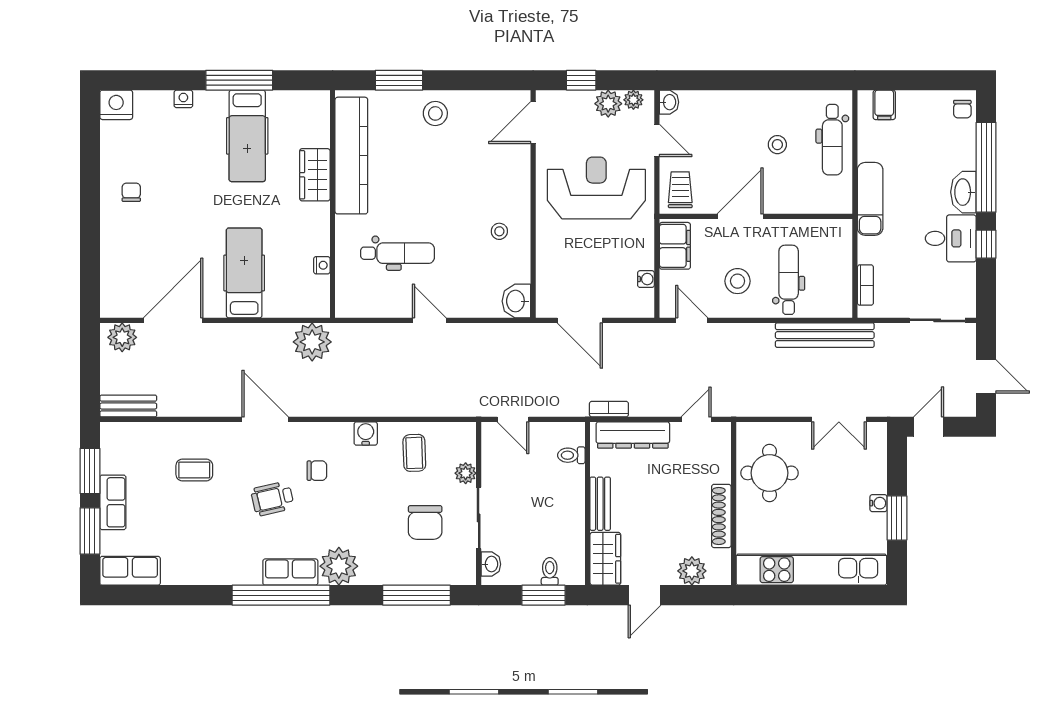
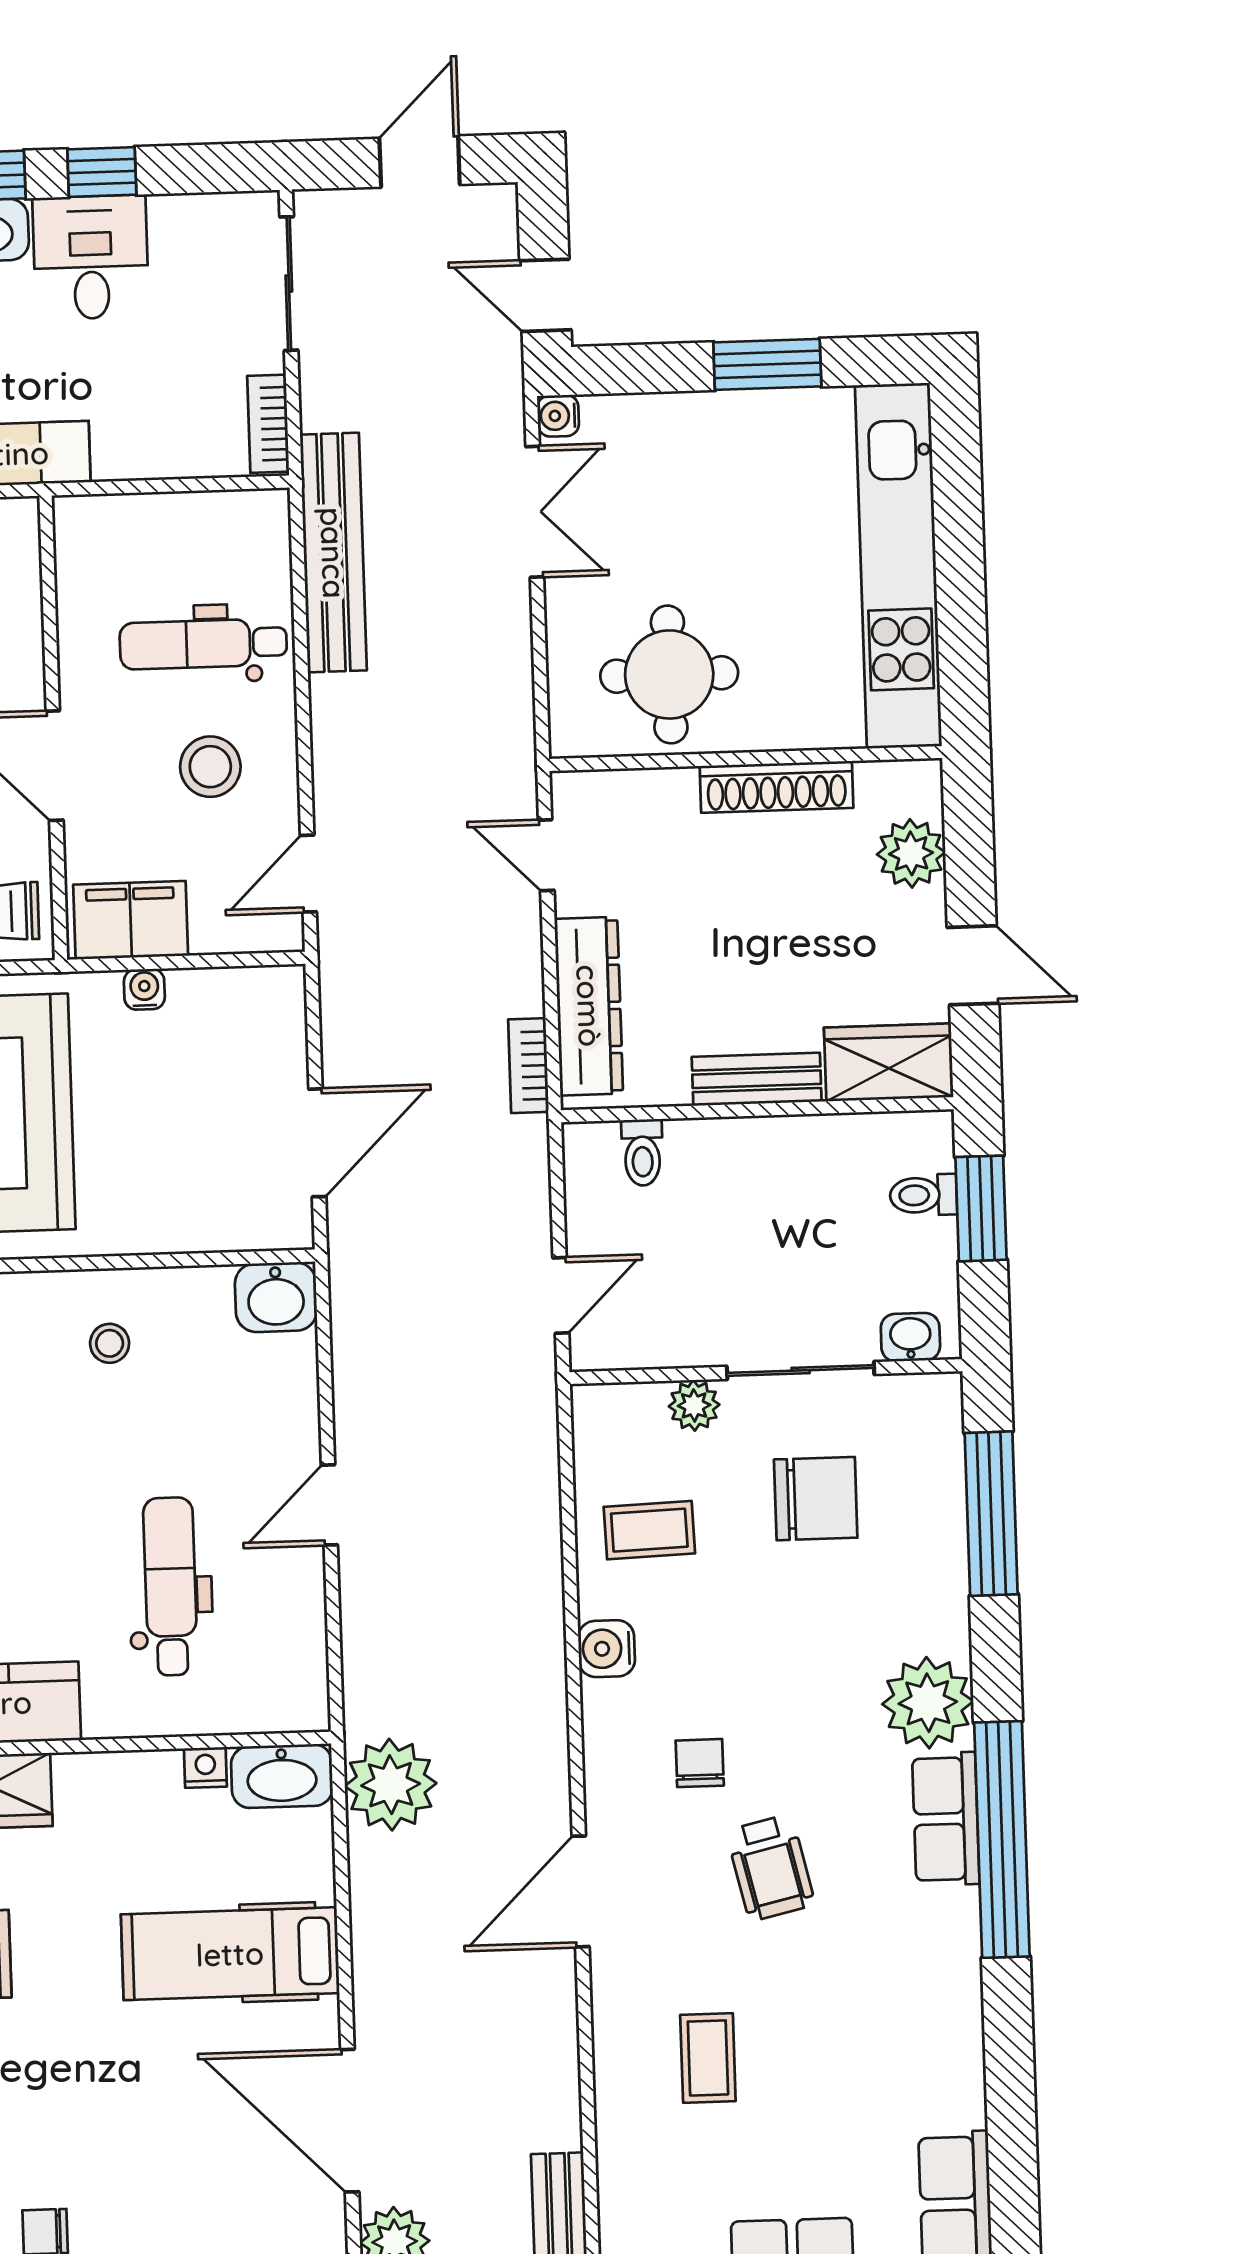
water cooler: (646, 279) -> (144, 989), moved
bookcase: (865, 285) -> (268, 424), moved, turned -90
washbasin: (317, 297) -> (282, 1776), added
water cooler: (878, 503) -> (558, 416), moved, turned -90

